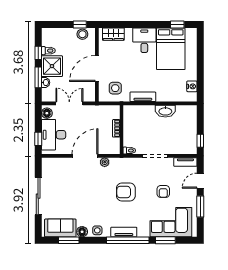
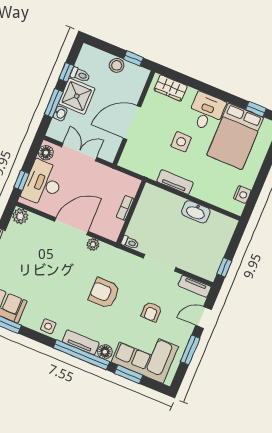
stool: (82, 34) -> (117, 65), moved
side table: (115, 88) -> (181, 142), moved
plant: (47, 163) -> (20, 216), added
floor lamp: (82, 232) -> (105, 352), moved

